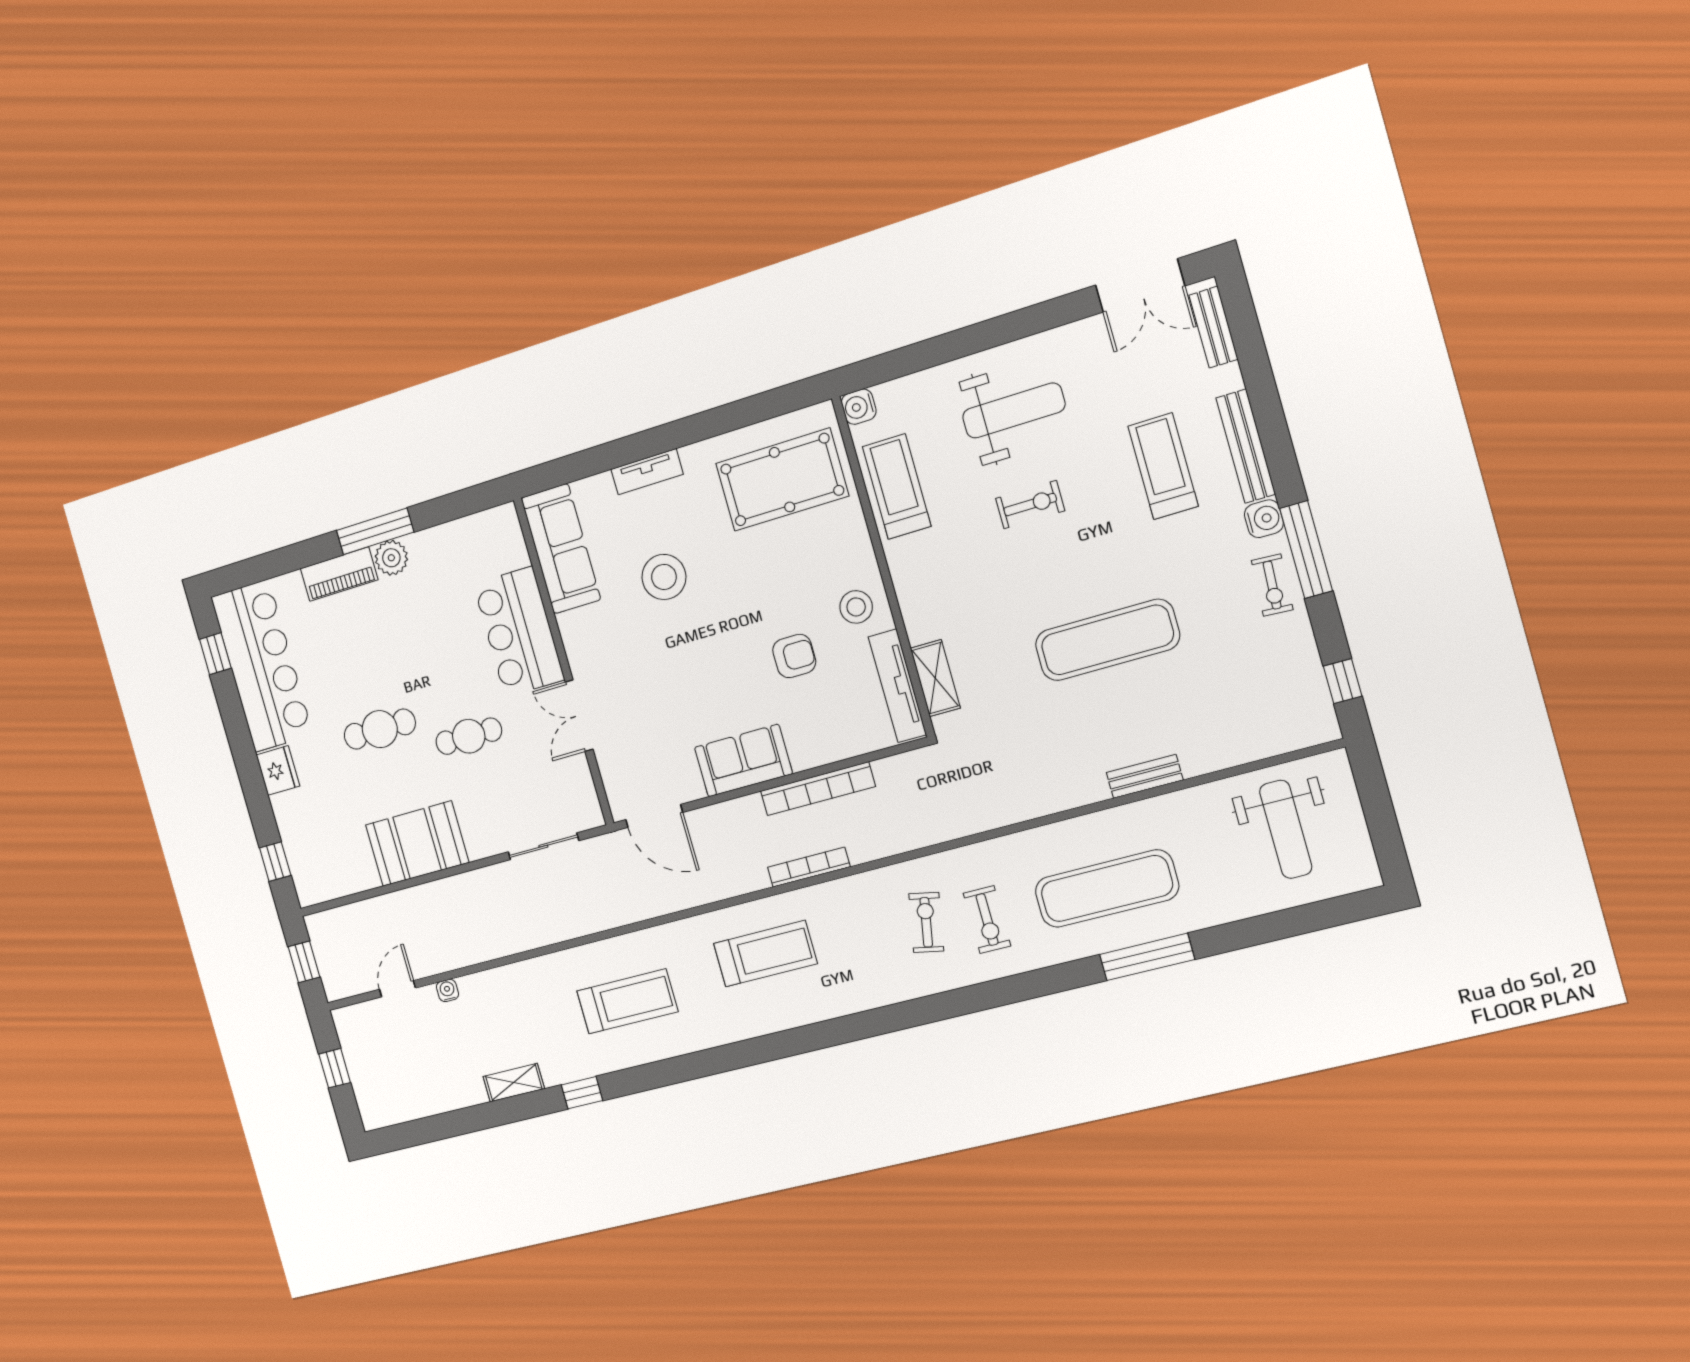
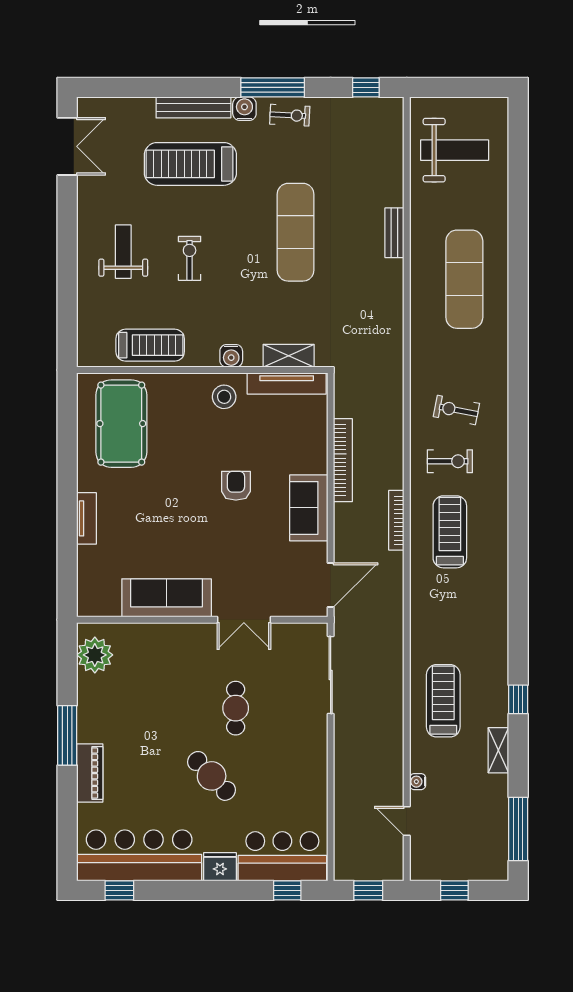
bench: (1213, 327) -> (109, 107), removed
water cooler: (859, 407) -> (231, 356), moved
weight bench: (1014, 411) -> (123, 252), width x0.73, depth x0.75
treadmill: (1163, 466) -> (190, 164), width x1.37, depth x1.38
treadmill: (897, 487) -> (150, 345), turned 180
sofa: (561, 549) -> (167, 598), moved
plant: (391, 558) -> (95, 655), moved, width x1.36, depth x1.36
stool: (664, 577) -> (164, 528), removed
bar counter: (519, 632) -> (282, 856), moved, turned 180
armchair: (794, 656) -> (236, 486), moved
cafe table: (380, 729) -> (212, 776), turned -44
booth: (417, 844) -> (303, 772), removed
sliding door: (543, 846) -> (331, 675), width x1.37
bookcase: (809, 867) -> (396, 520), moved
exercise bike: (987, 920) -> (450, 461), moved
window: (1147, 957) -> (518, 829), moved
treadmill: (627, 1001) -> (443, 701), moved

